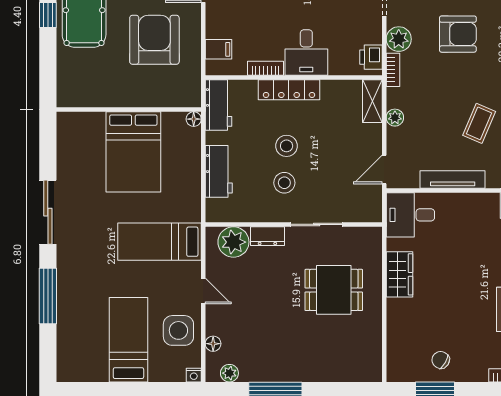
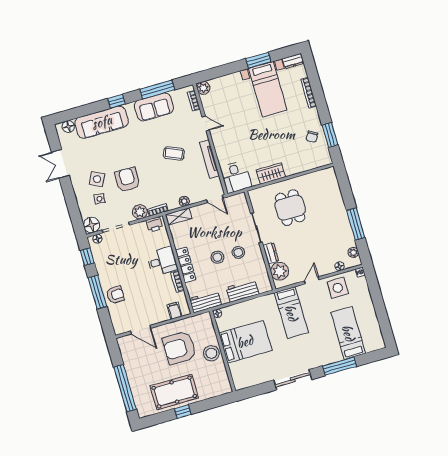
stool: (130, 90) -> (211, 353), added
bed: (128, 340) -> (348, 333), moved, turned 90

